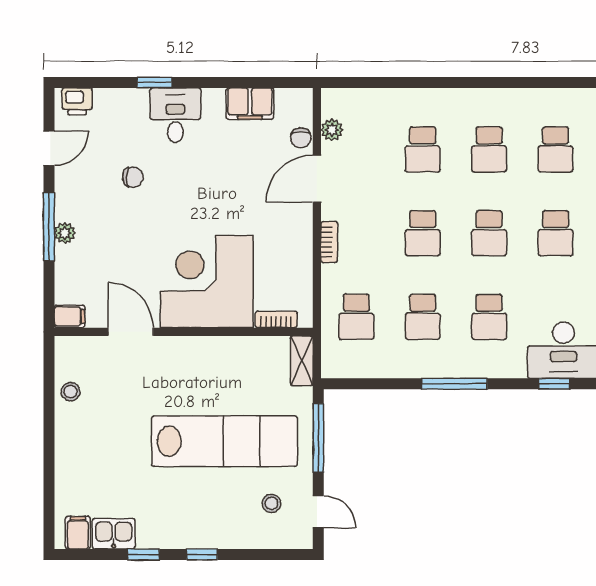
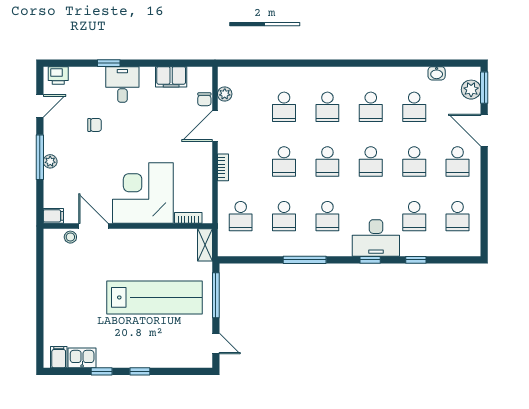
stool: (71, 392) -> (70, 237), moved
stool: (271, 503) -> (185, 338), removed

